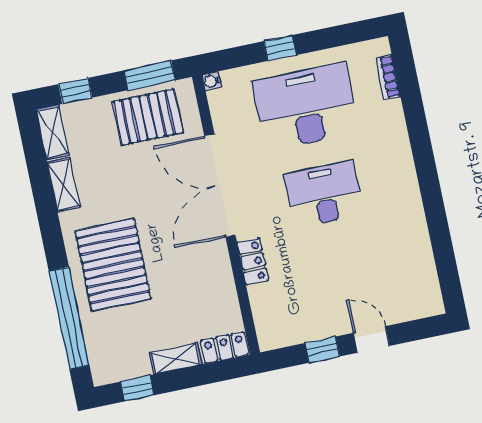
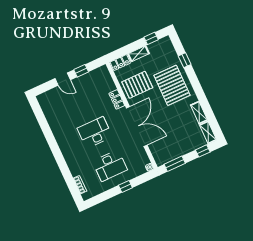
desk: (306, 107) -> (110, 166), width x0.73, depth x0.77
pallet: (148, 117) -> (137, 85), moved
desk: (324, 194) -> (95, 133), turned 180
window: (69, 318) -> (185, 60), width x0.32

